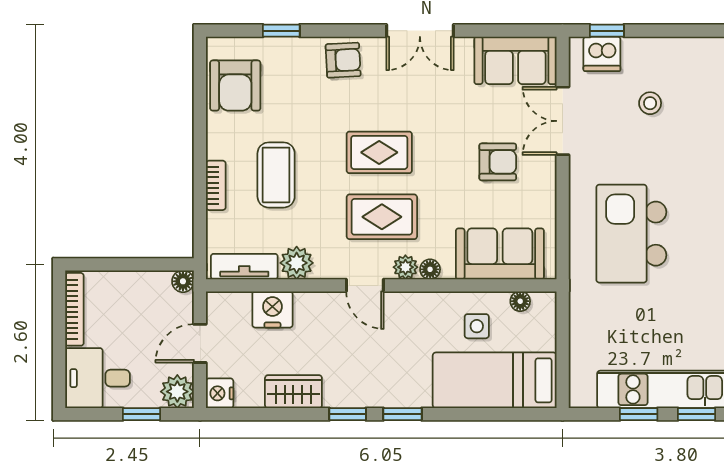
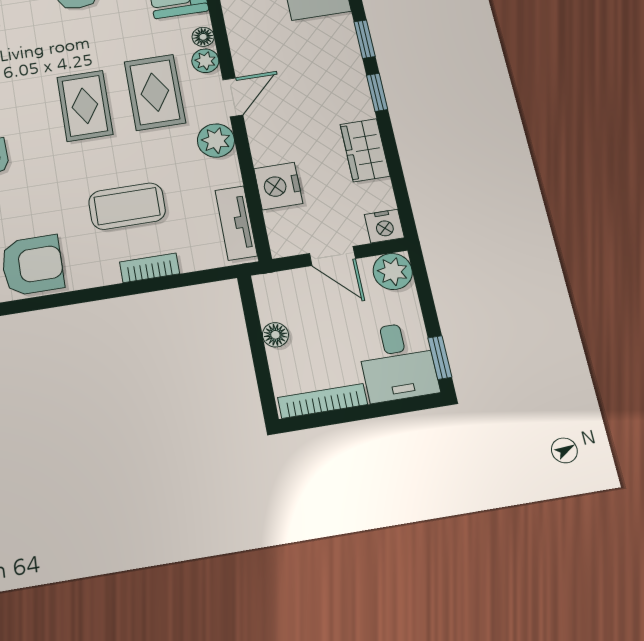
plant: (297, 263) -> (216, 140), moved
floor lamp: (183, 281) -> (275, 335), moved
window: (141, 414) -> (440, 358), moved

